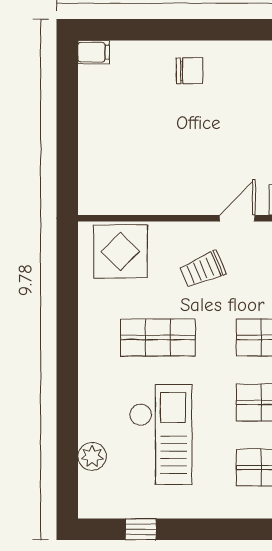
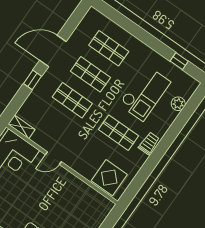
trolley: (203, 269) -> (149, 143), moved, turned -67
checkout: (161, 435) -> (145, 93), turned 180

